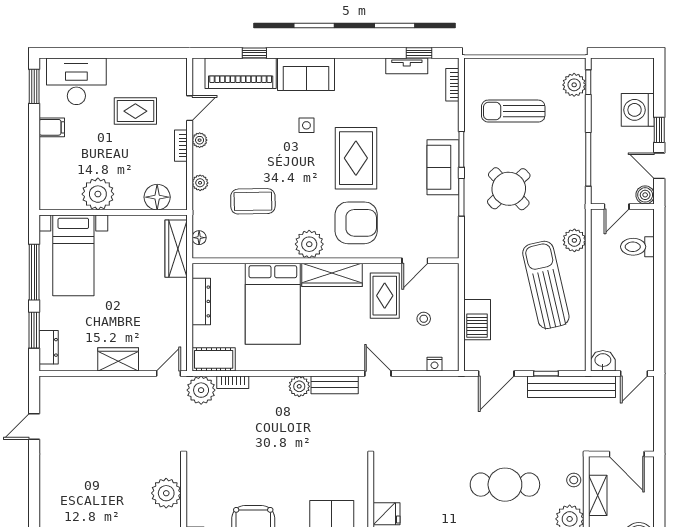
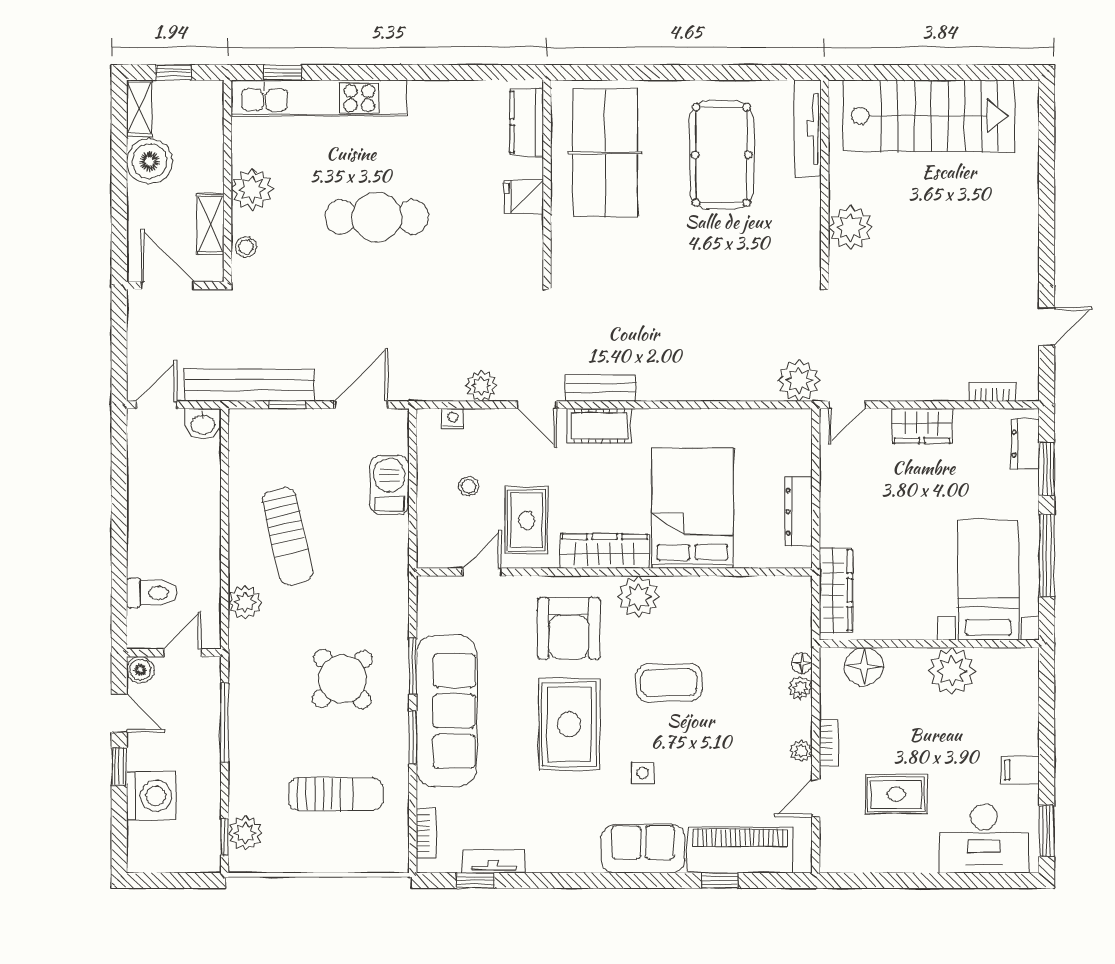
sofa: (443, 167) -> (446, 711), width x1.85, depth x1.27
coffee table: (253, 201) -> (669, 683), moved
armchair: (356, 223) -> (569, 628), turned -90
floor lamp: (199, 238) -> (802, 663), moved
sun lounger: (546, 285) -> (288, 536), width x0.73, depth x0.75
cot: (214, 359) -> (599, 426), moved
bookcase: (233, 382) -> (992, 392), moved
plant: (299, 386) -> (481, 386), moved
cafe table: (505, 485) -> (377, 217), moved

